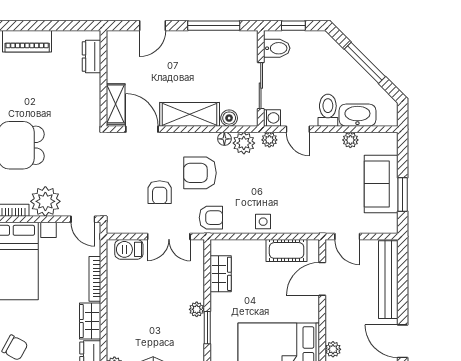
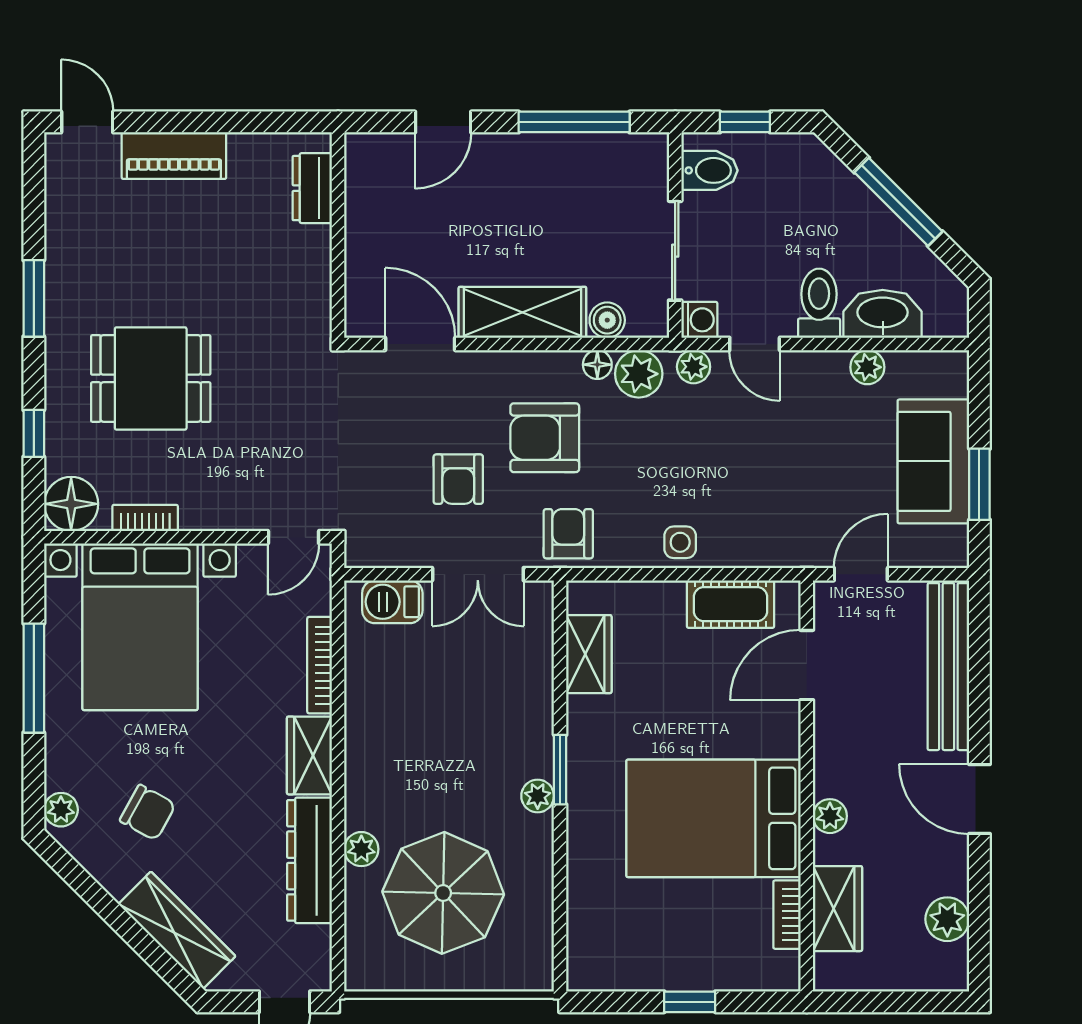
shelving: (116, 104) -> (364, 290), removed
plant: (45, 201) -> (213, 499), removed
armchair: (211, 218) -> (568, 534), turned -90
door: (83, 219) -> (293, 537), hinge flipped
door: (347, 237) -> (861, 574), swing flipped
plant: (197, 309) -> (538, 796), moved

